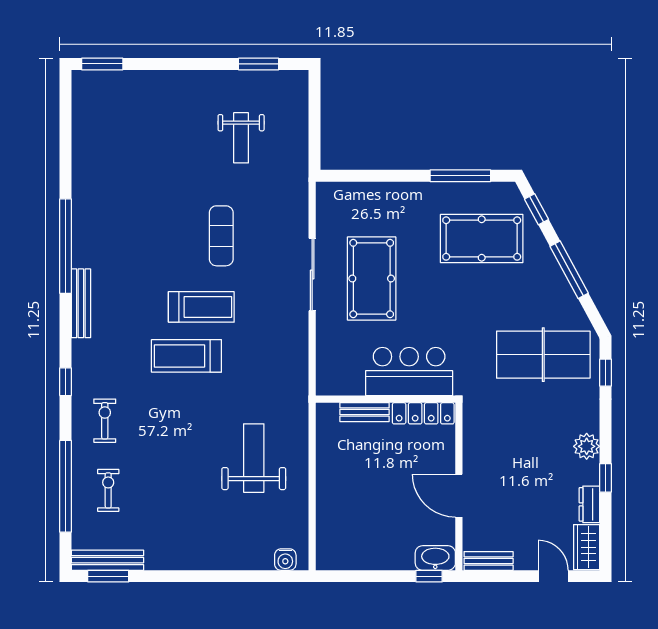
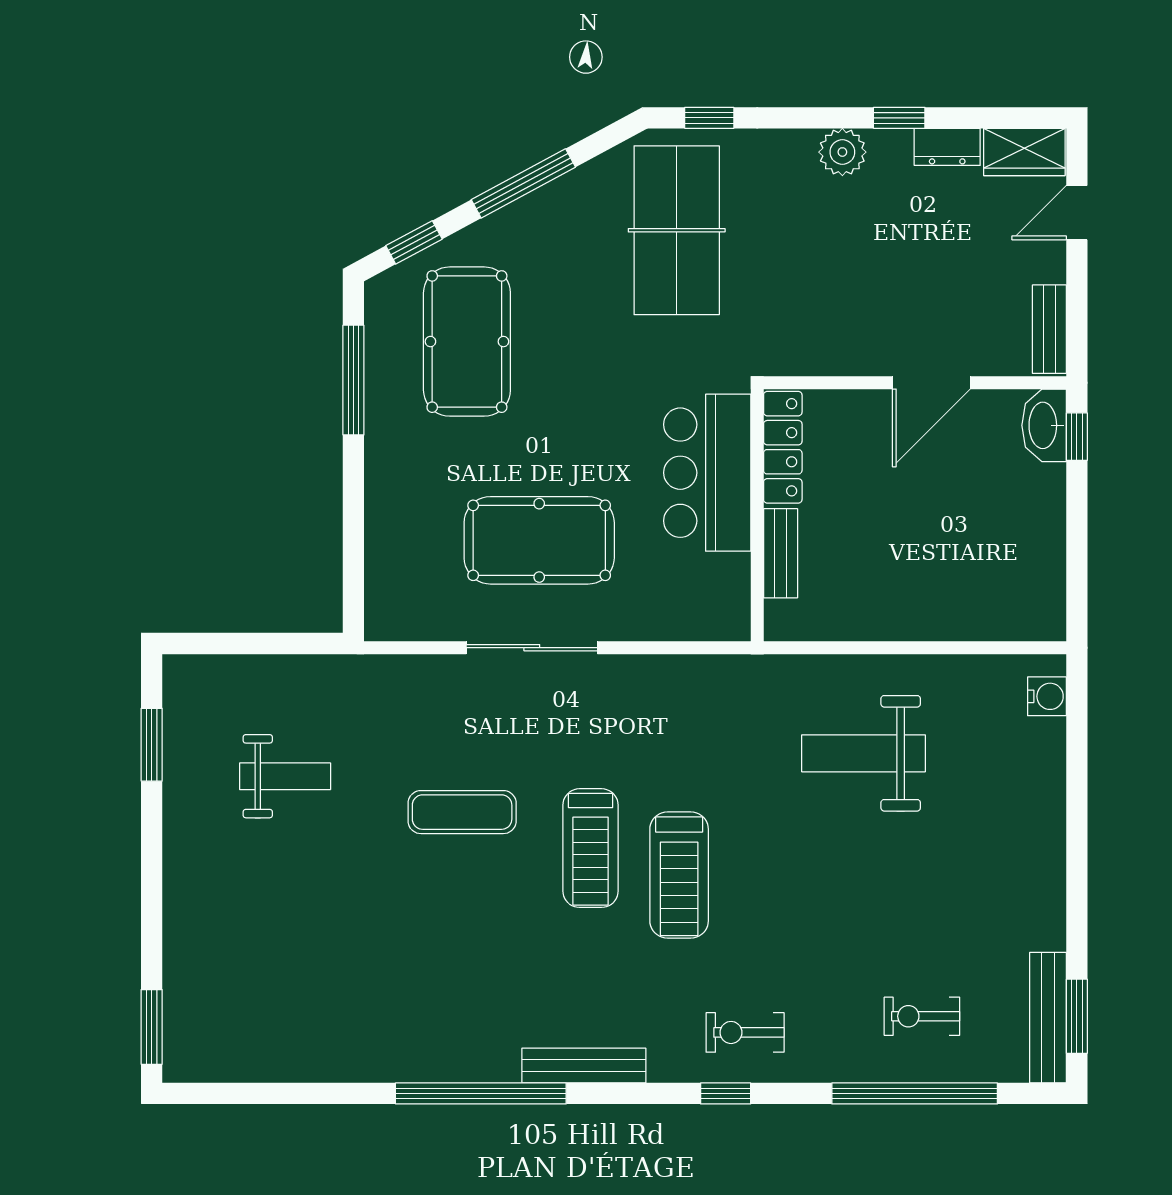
treadmill: (201, 307) -> (591, 848), turned 180
exercise bike: (105, 421) -> (745, 1032), moved

